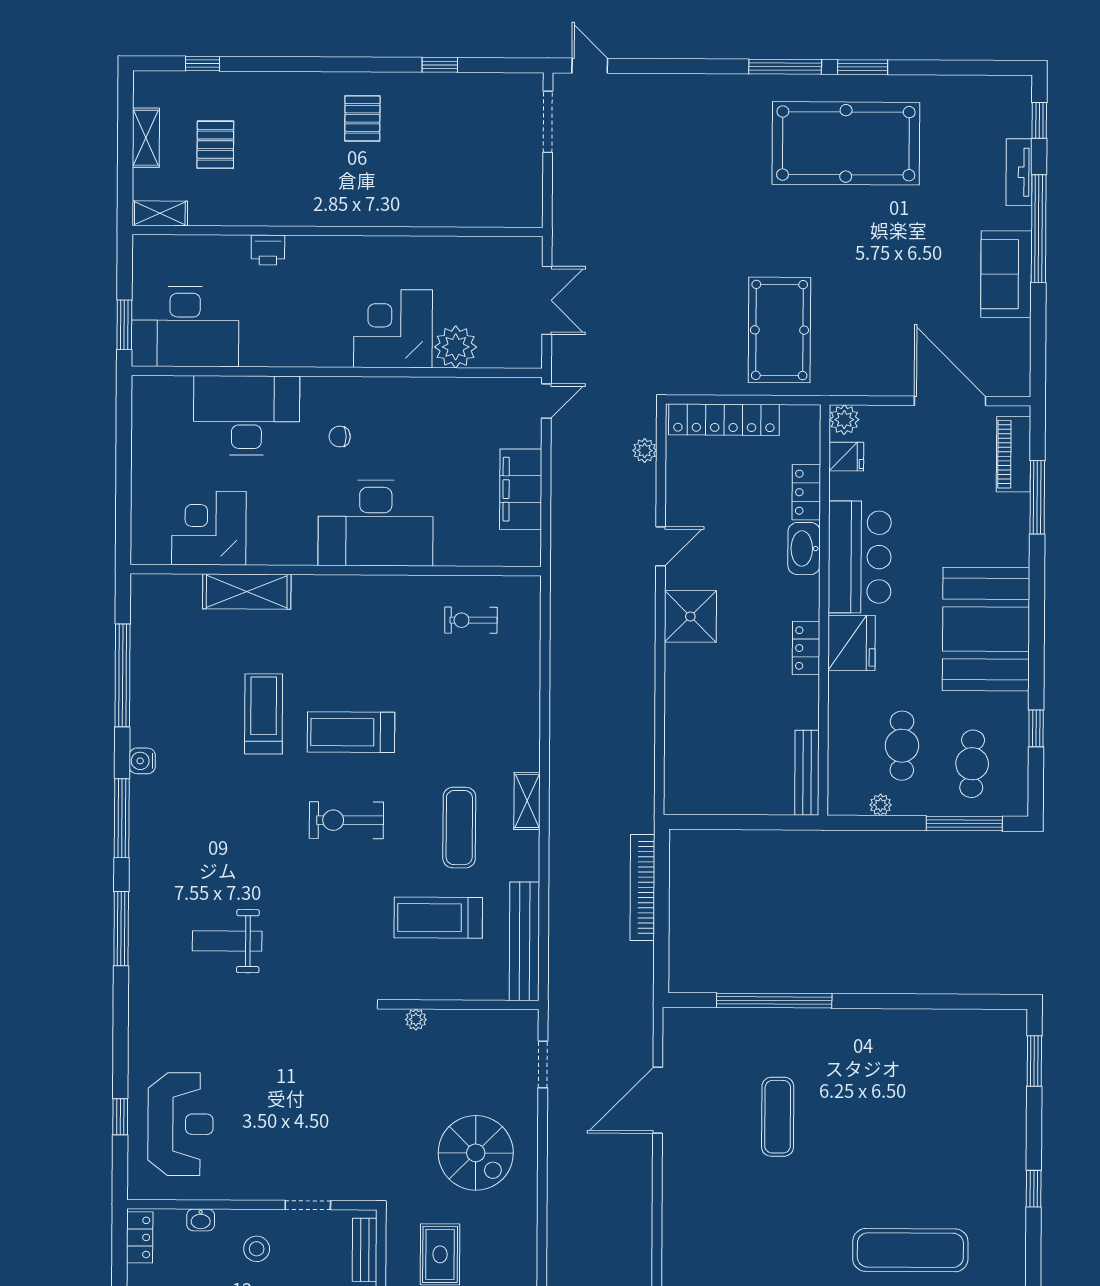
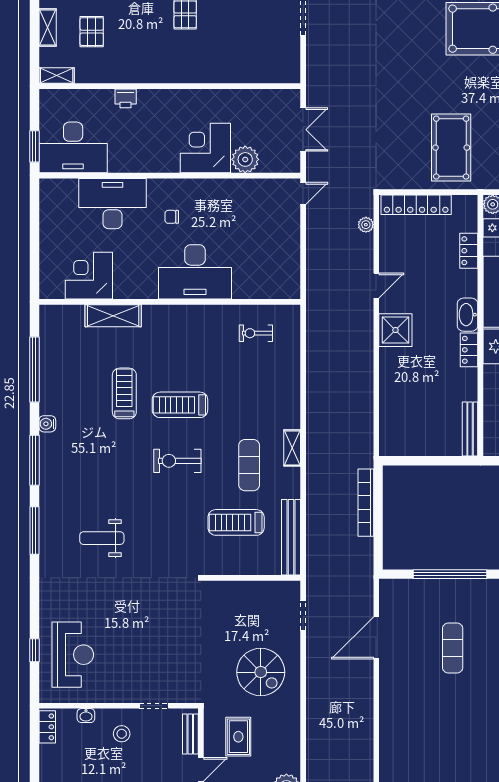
filing cabinet: (521, 489) -> (287, 250), removed
washbasin: (804, 549) -> (468, 315), moved
plant: (416, 1020) -> (222, 587), removed

